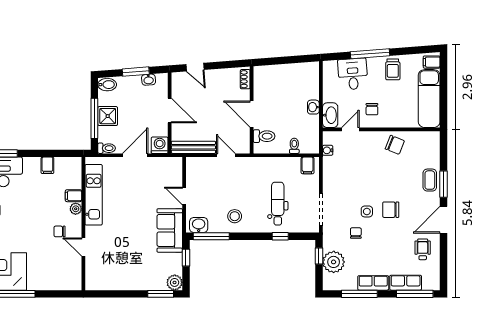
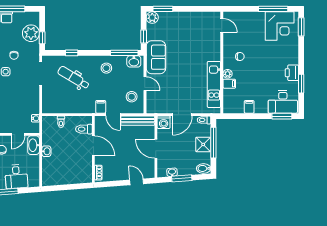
filing cabinet: (308, 165) -> (101, 107), moved
stool: (201, 179) -> (132, 97), added
dental chair: (278, 204) -> (73, 78), turned 121
door: (83, 247) -> (222, 25), moved

